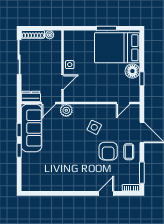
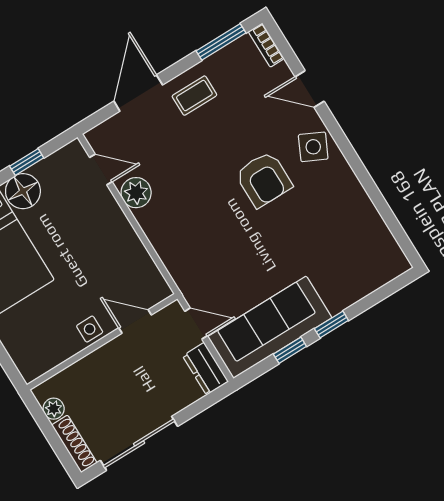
plant: (66, 110) -> (136, 193), moved
side table: (94, 127) -> (313, 147), moved
armchair: (108, 151) -> (264, 179), moved, turned 90

